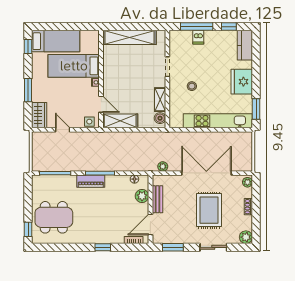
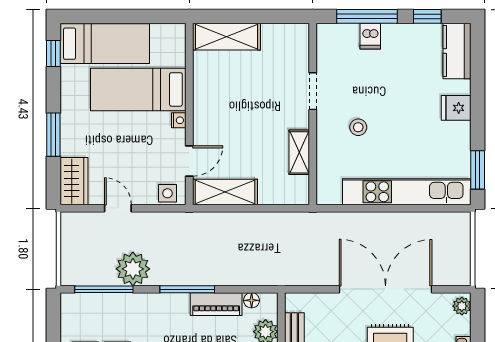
shelving: (130, 37) -> (226, 37), width x0.68
fridge: (242, 82) -> (456, 108), width x0.53, depth x0.75
door: (101, 104) -> (189, 161), hinge flipped
boiler: (160, 118) -> (299, 187), removed
plant: (163, 166) -> (133, 269), moved, width x1.87, depth x1.87
piano: (91, 181) -> (216, 304), moved

